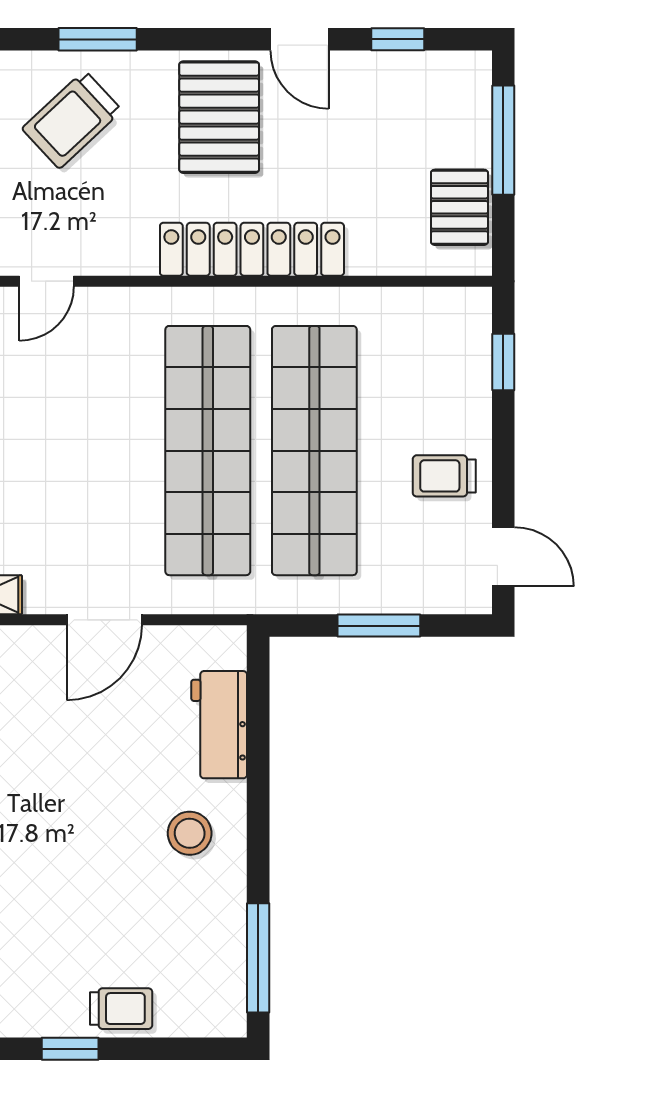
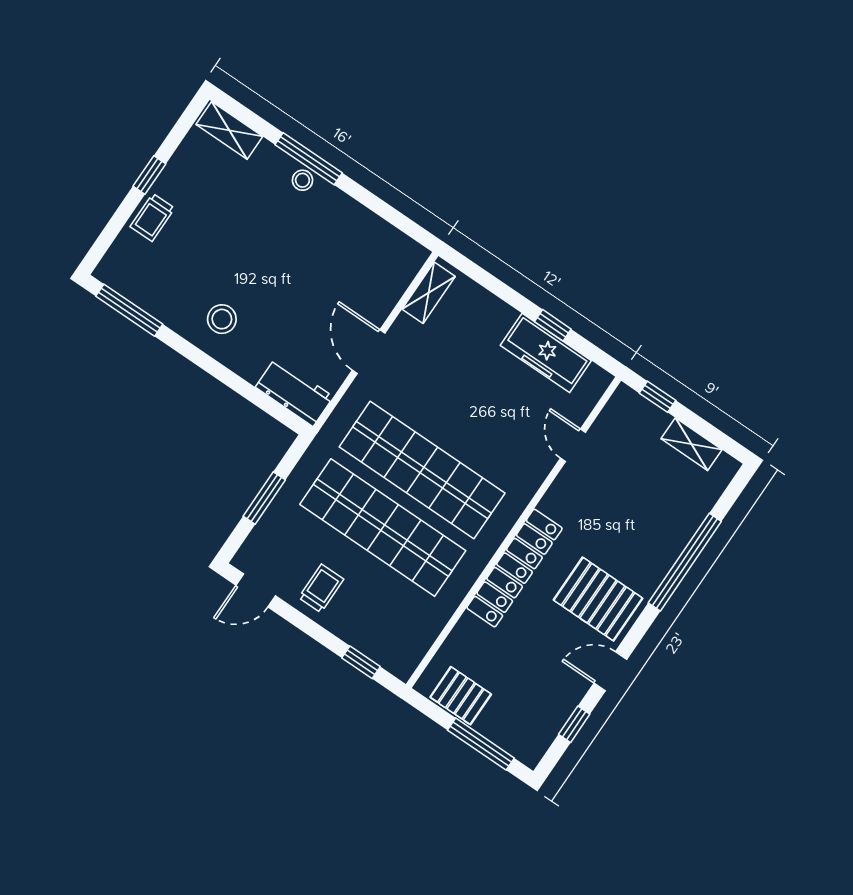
window: (98, 39) -> (685, 562), width x2.11
trolley: (72, 119) -> (651, 519), removed
workbench: (219, 725) -> (294, 392), moved

